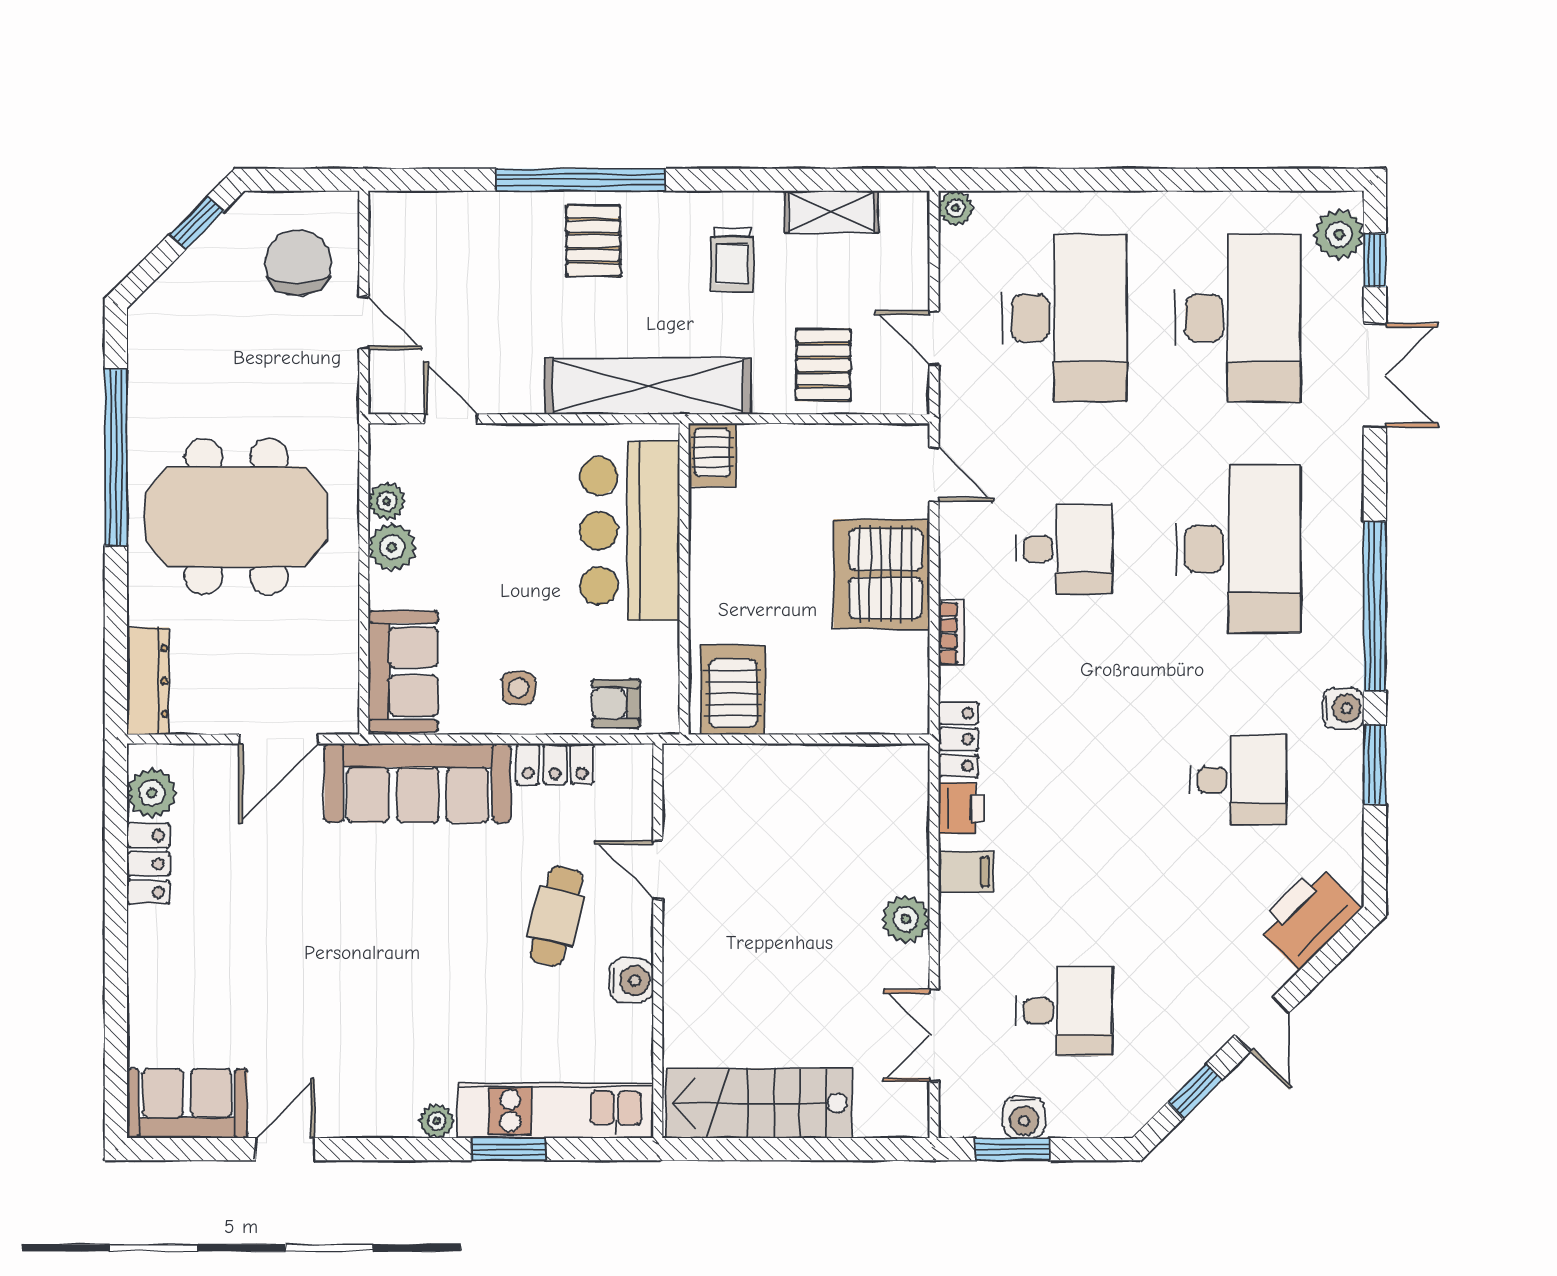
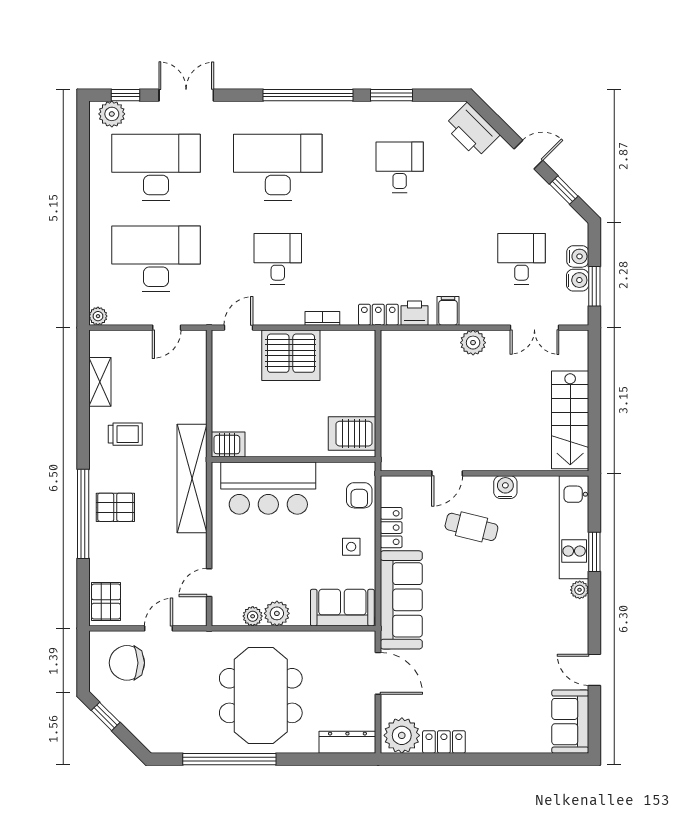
pallet: (823, 365) -> (106, 602), moved, turned 90
water cooler: (1343, 708) -> (578, 256), moved, turned 90
plant: (152, 793) -> (402, 735), width x1.36, depth x1.36

